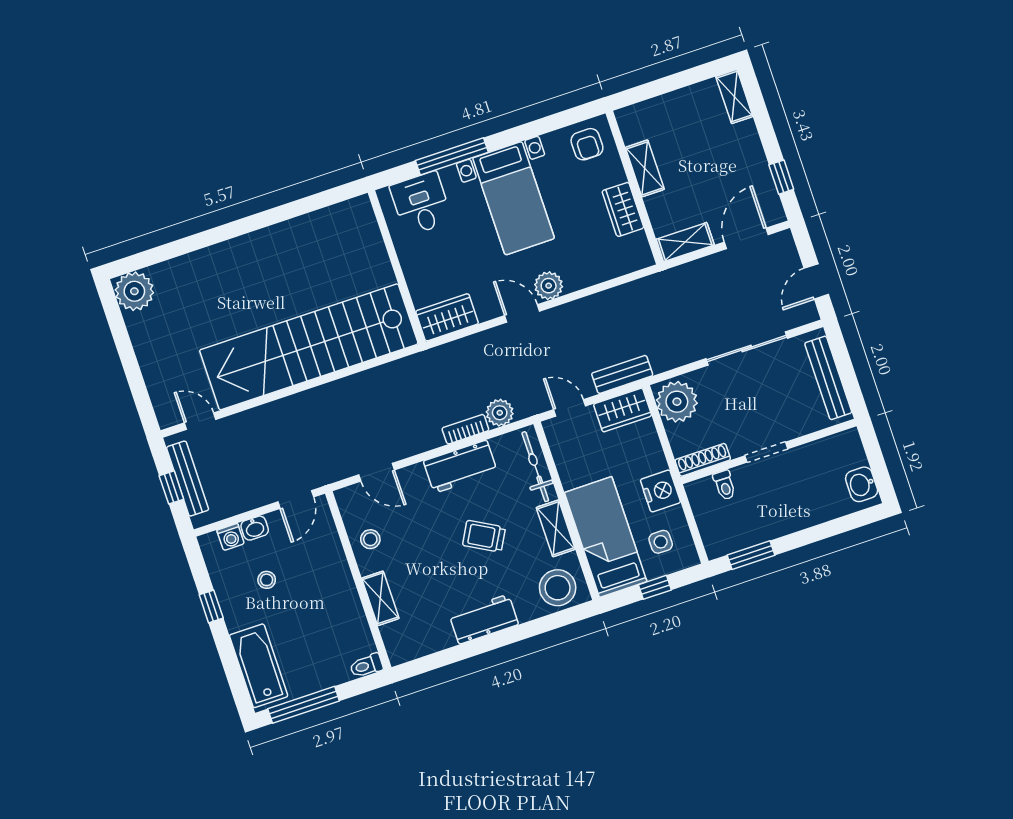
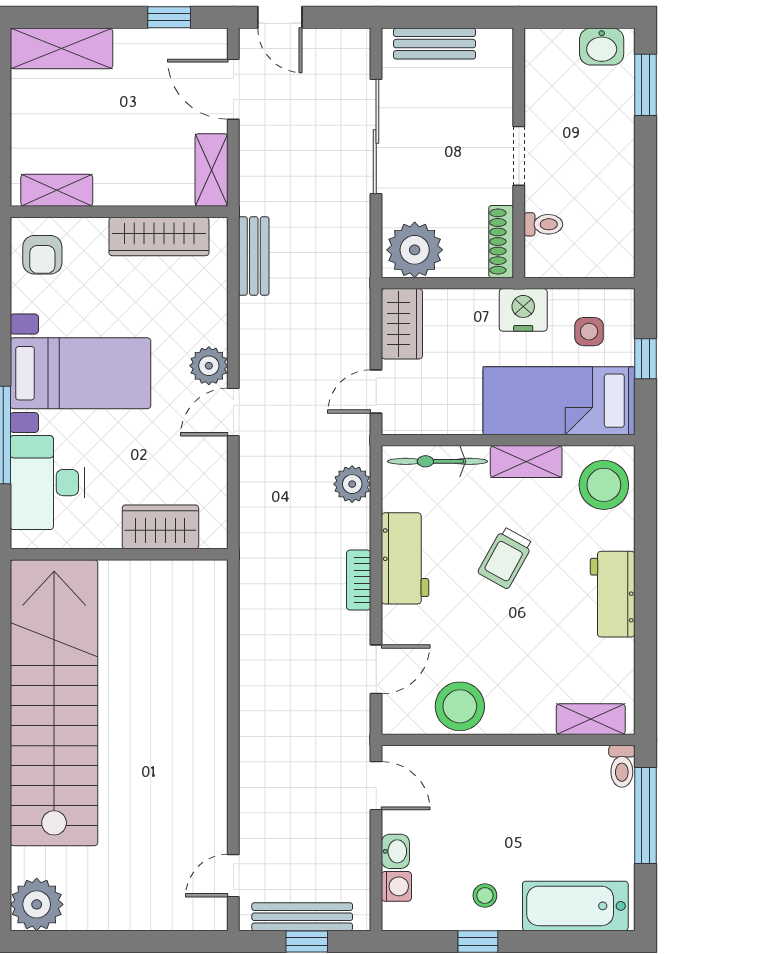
shelving: (734, 96) -> (61, 48), width x1.50, depth x1.33
armchair: (587, 144) -> (42, 255), turned 90
shelving: (645, 168) -> (57, 190), moved
desk: (421, 204) -> (47, 483), width x1.37
wardrobe: (623, 209) -> (159, 236), width x1.50
door: (816, 281) -> (280, 17), moved
wardrobe: (447, 317) -> (160, 527), moved, turned 90
stairs: (309, 347) -> (54, 703), moved, turned 180
bench: (622, 374) -> (254, 256), moved
bench: (828, 378) -> (435, 44), width x0.73
bookcase: (465, 429) -> (359, 580), moved
stool: (370, 539) -> (460, 706), width x1.89, depth x1.89
window: (751, 555) -> (645, 85), moved
stool: (267, 580) -> (485, 896), moved
shelving: (380, 598) -> (591, 719), moved
window: (304, 705) -> (645, 815), moved

